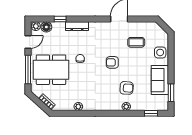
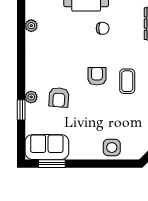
coffee table: (136, 42) -> (127, 81), moved
sofa: (160, 80) -> (47, 147), moved
window: (151, 113) -> (21, 110), moved

